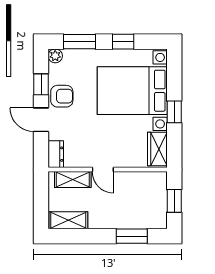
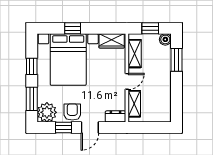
plant: (55, 56) -> (47, 112), width x1.88, depth x1.88
window: (174, 112) -> (73, 28), moved
shelving: (68, 220) -> (135, 54), moved
boiler: (159, 221) -> (165, 39), added

